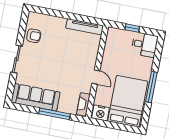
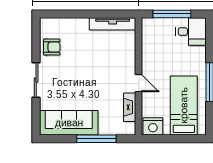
window: (132, 28) -> (172, 14), width x2.17
bed: (128, 101) -> (184, 105), width x0.67
fireplace: (83, 104) -> (130, 107), moved

